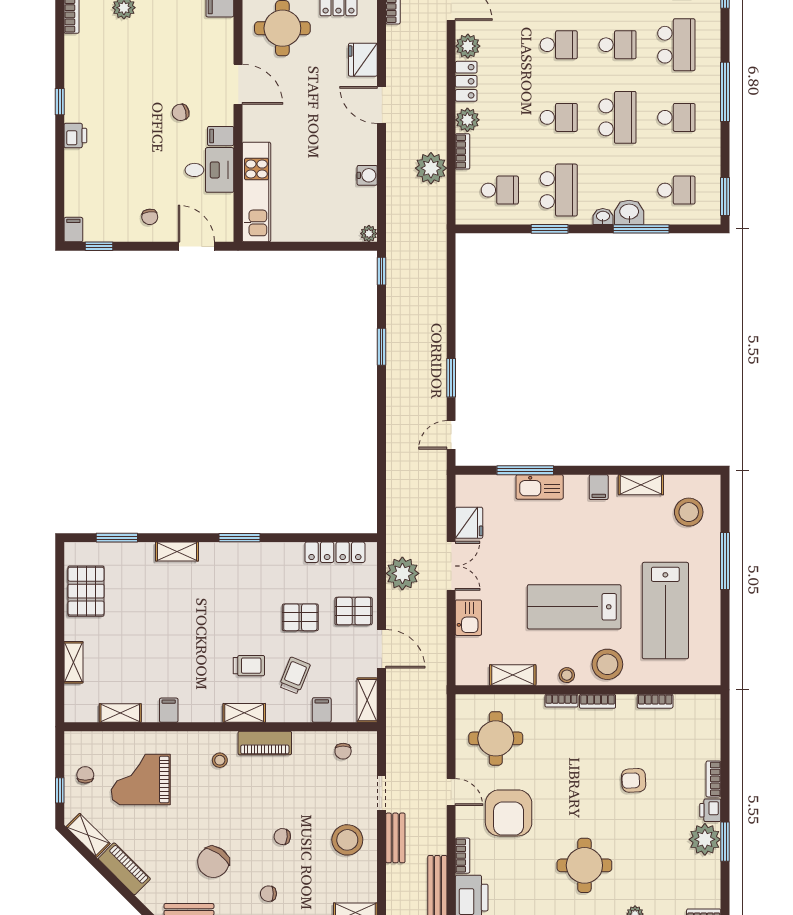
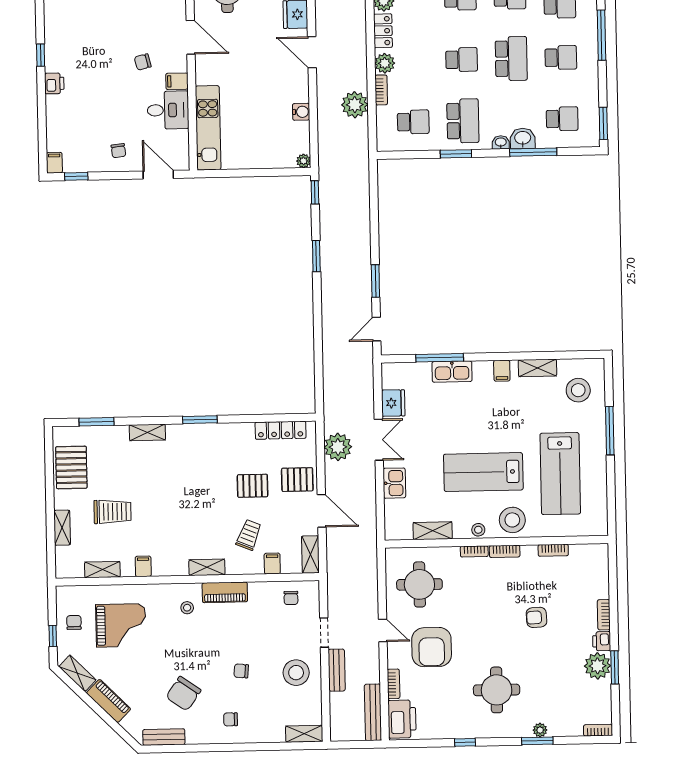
trolley: (249, 666) -> (112, 512), moved, width x1.36, depth x1.39
grand piano: (141, 780) -> (121, 625), turned 180

